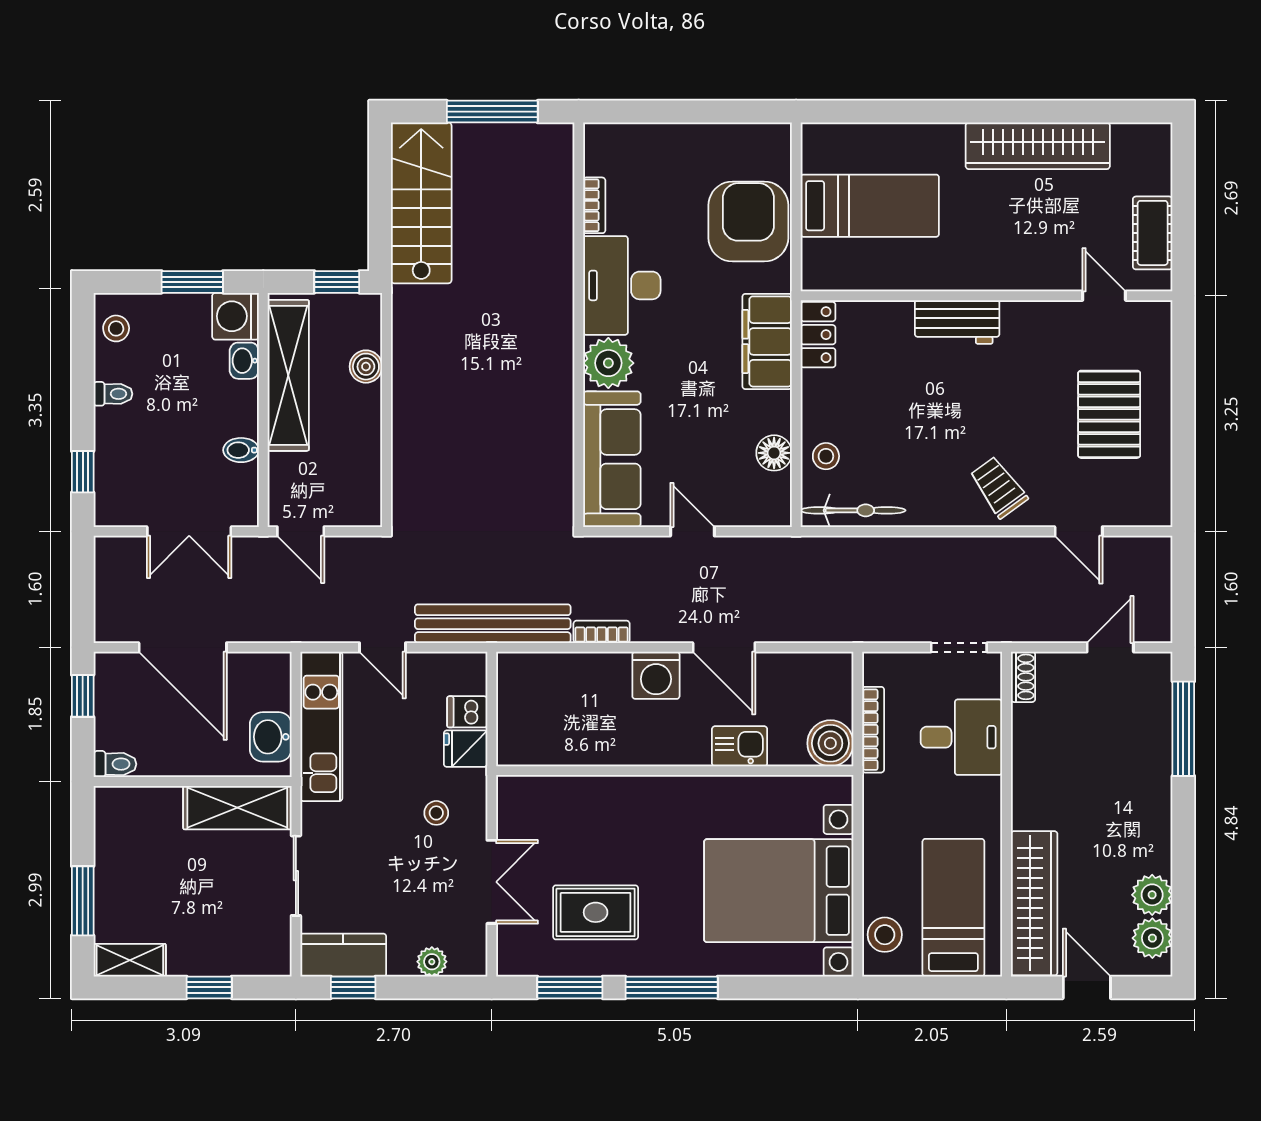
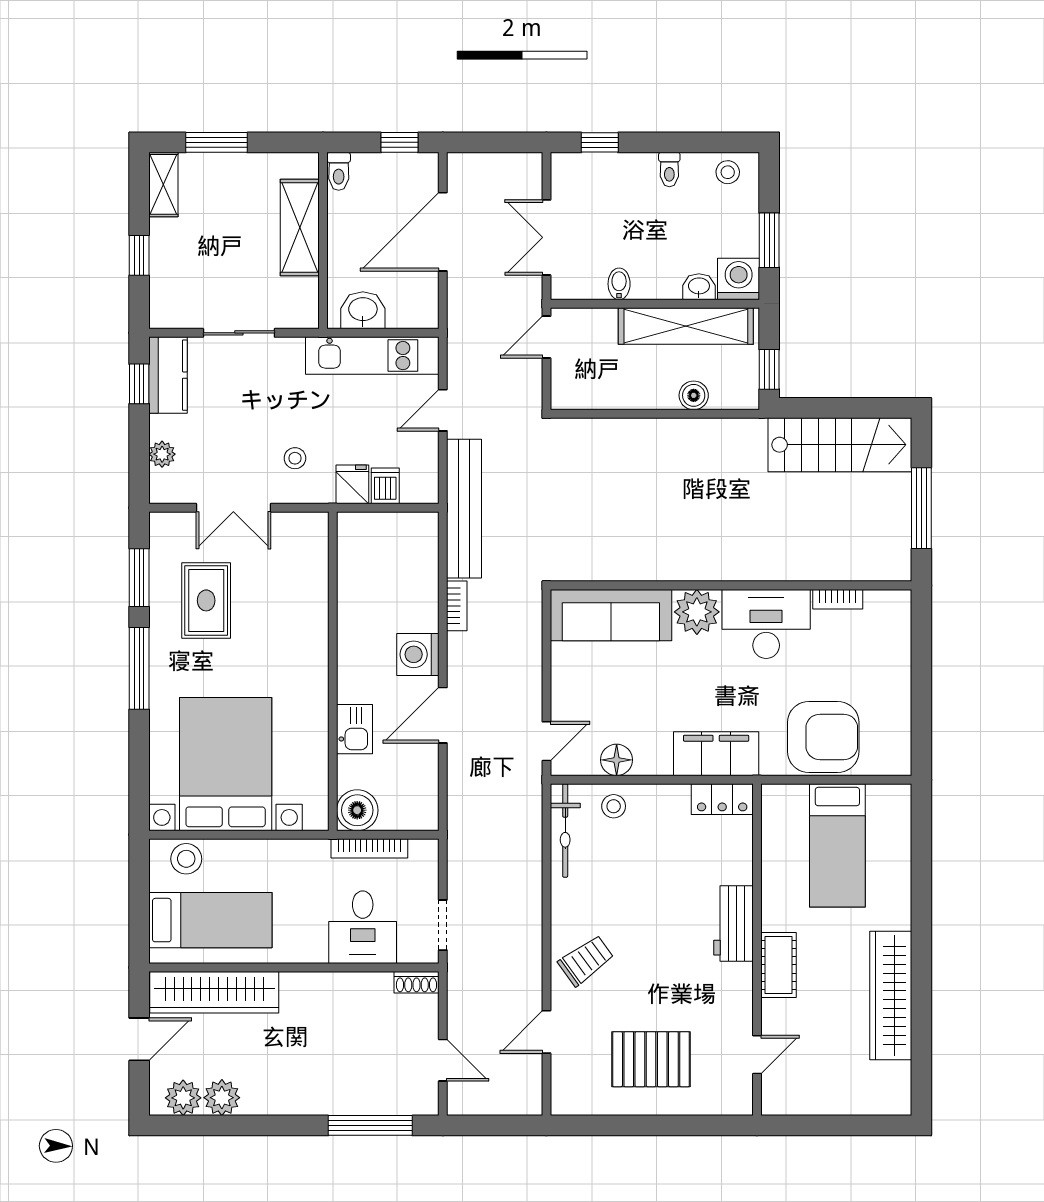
cot: (1153, 233) -> (778, 965), moved, turned 90
door: (692, 531) -> (546, 741), moved
shelving: (237, 808) -> (300, 228), moved

